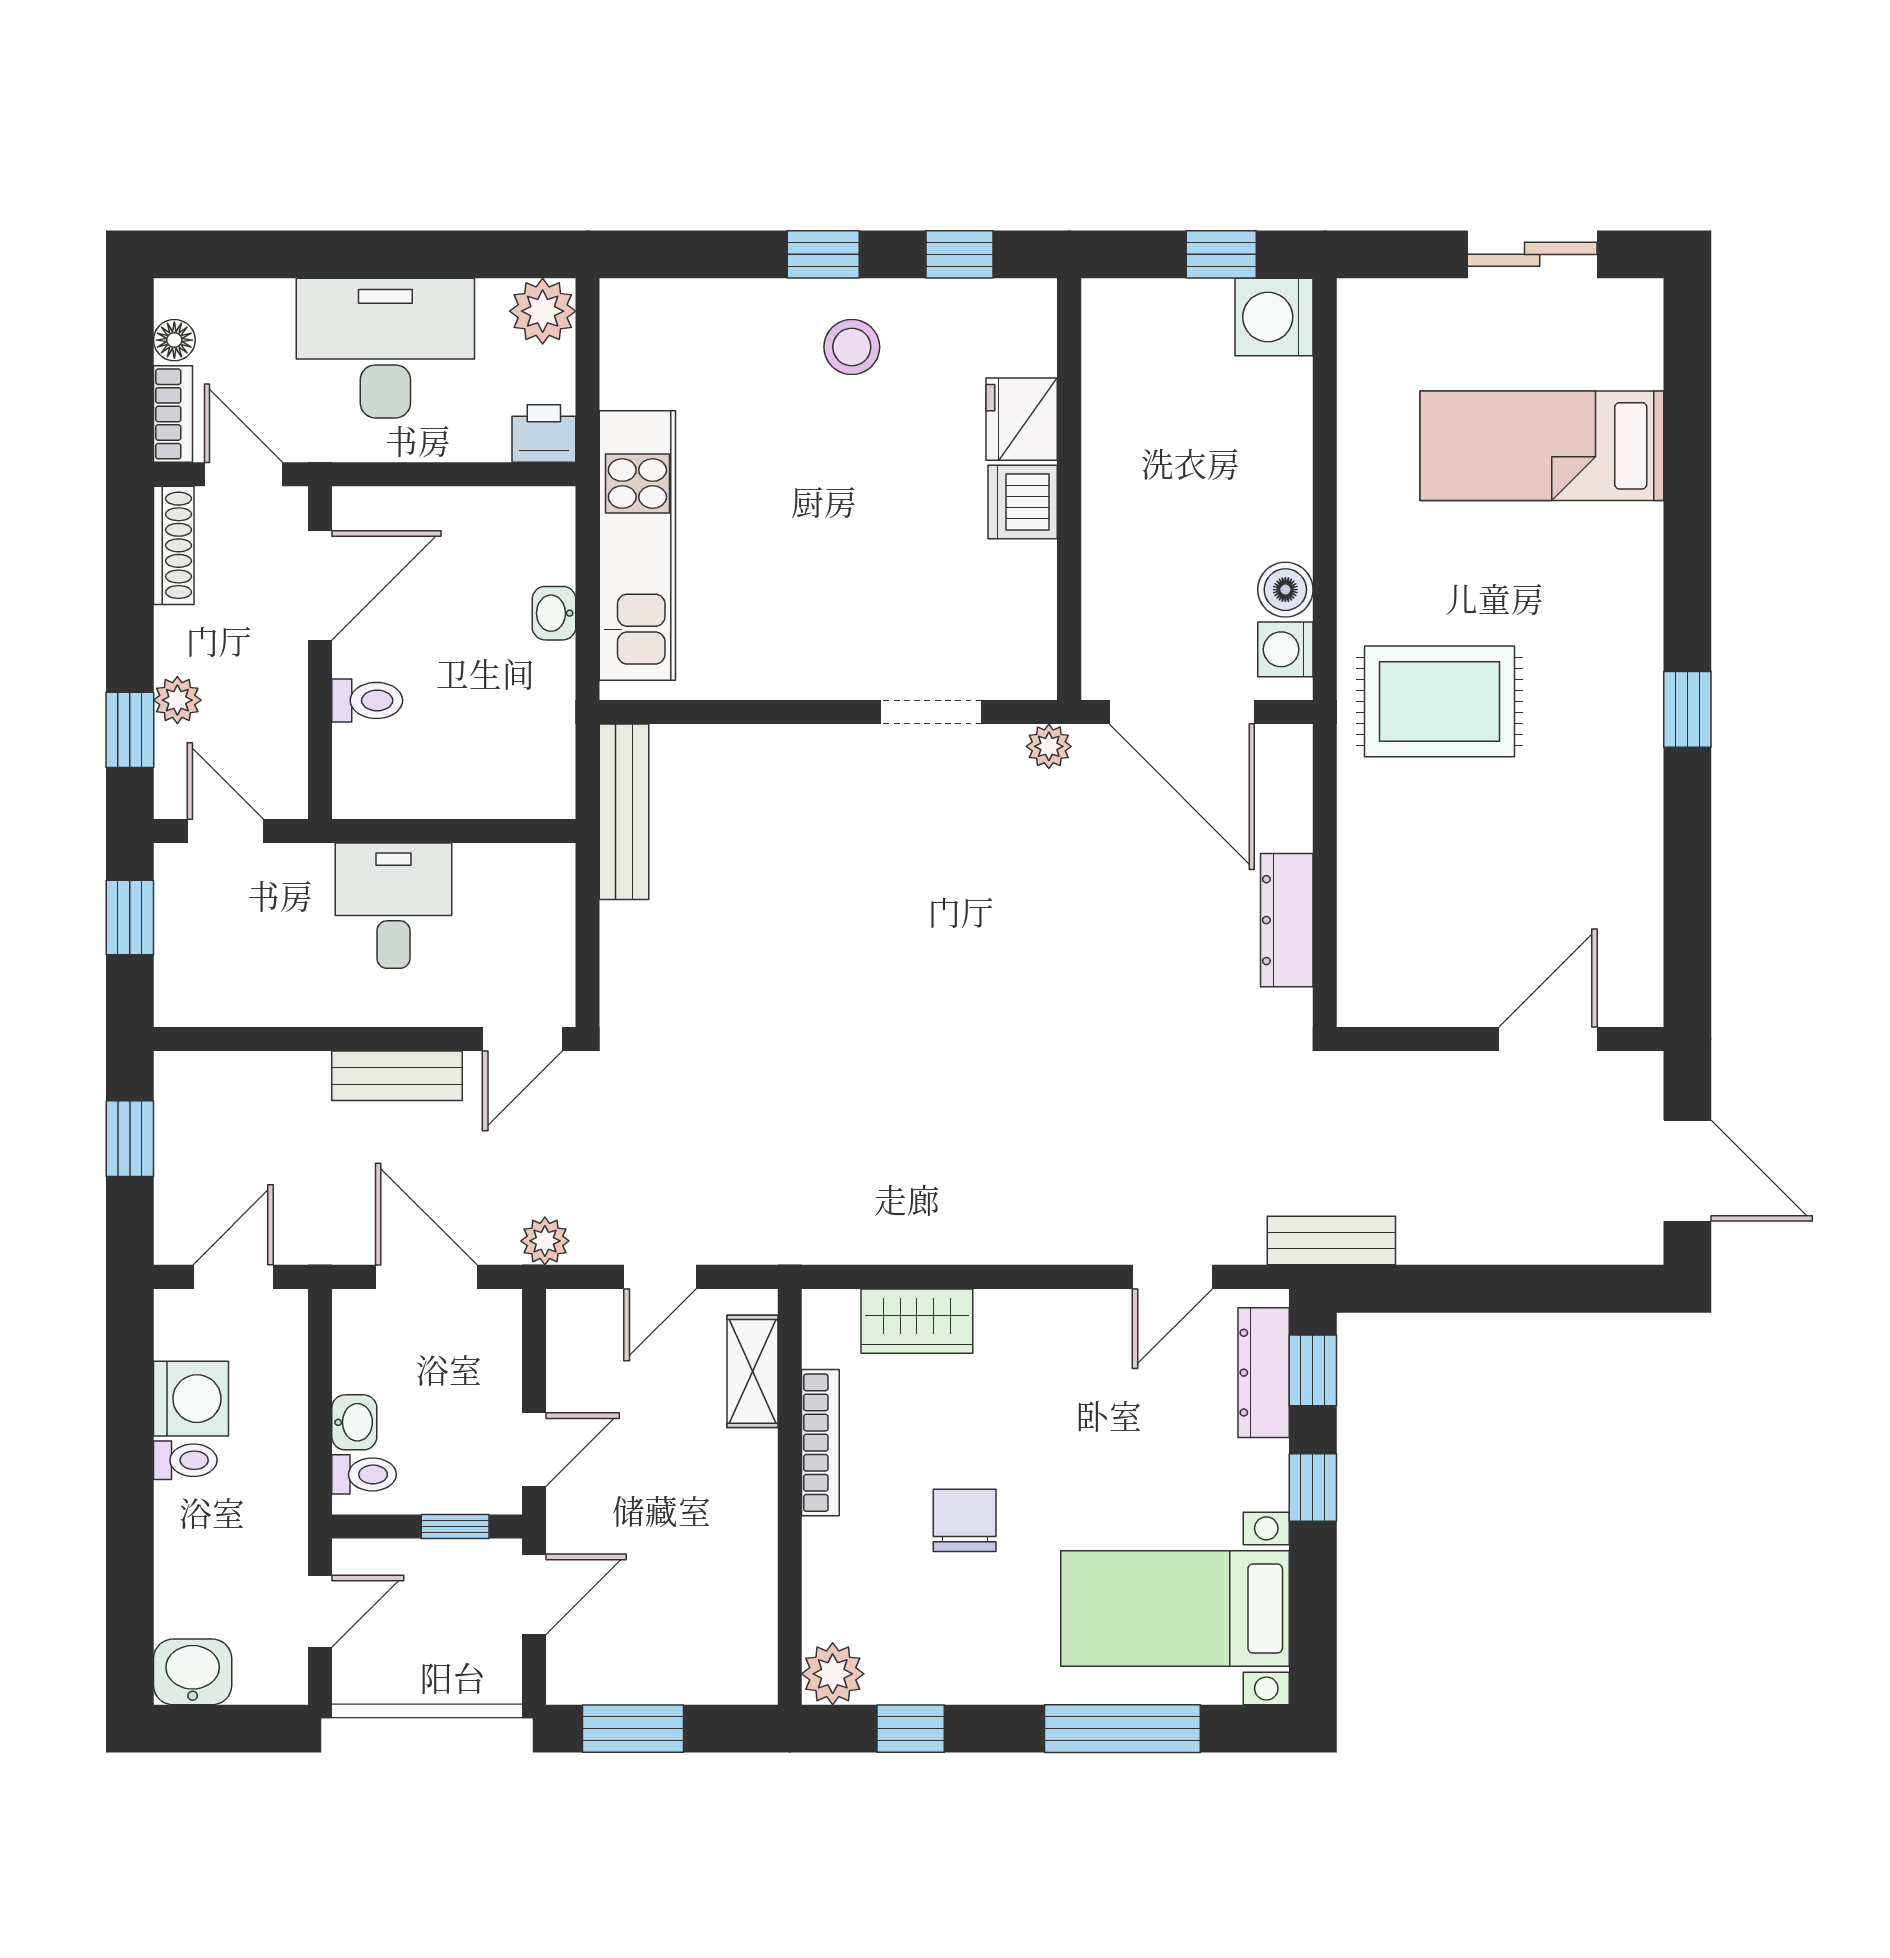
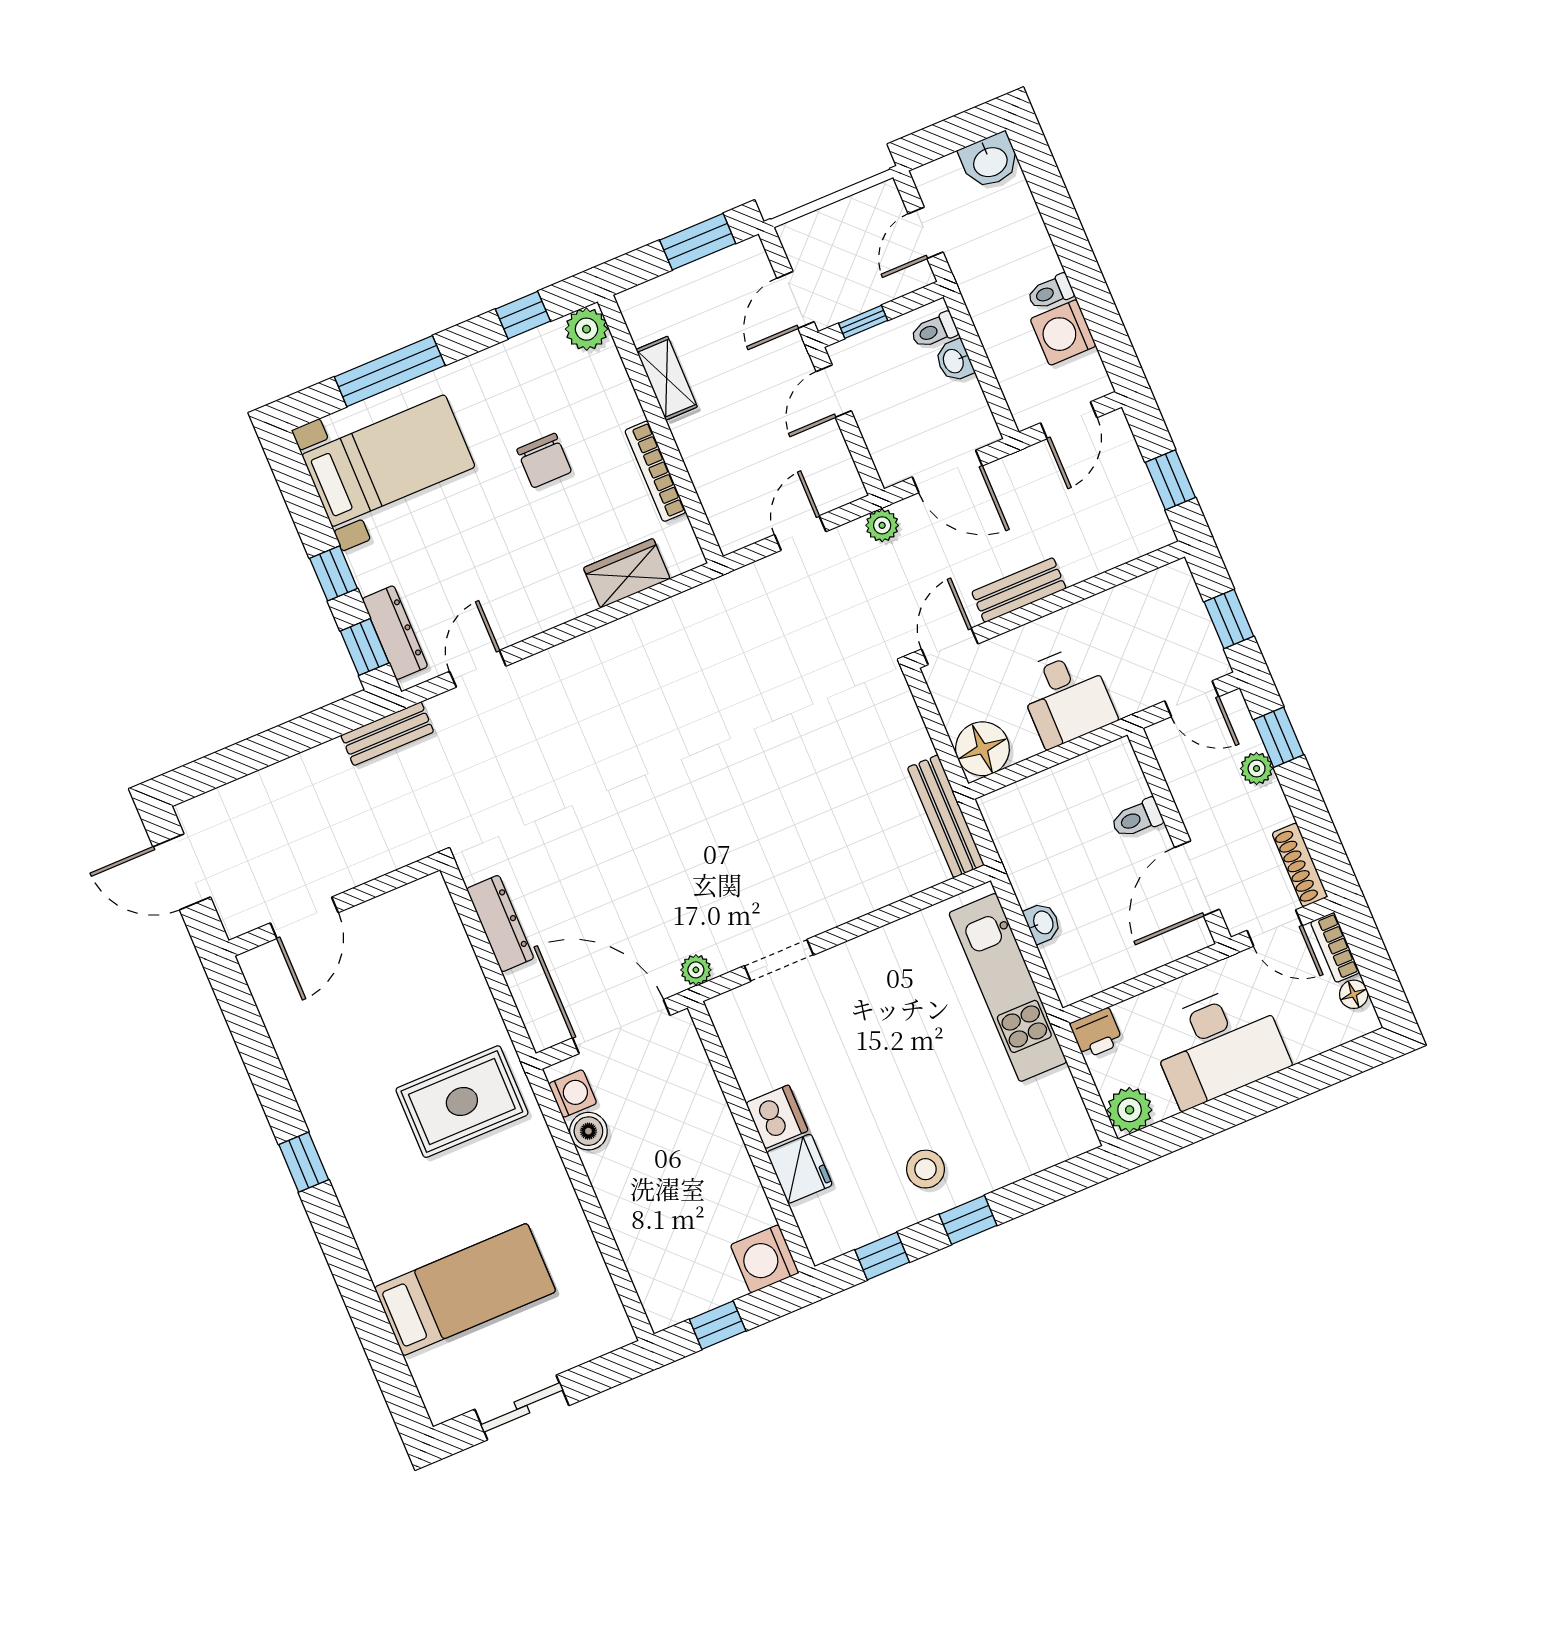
washing machine: (1274, 317) -> (765, 1259), moved, turned 180
floor lamp: (536, 882) -> (982, 749), added
shelving: (752, 1371) -> (667, 378), moved

